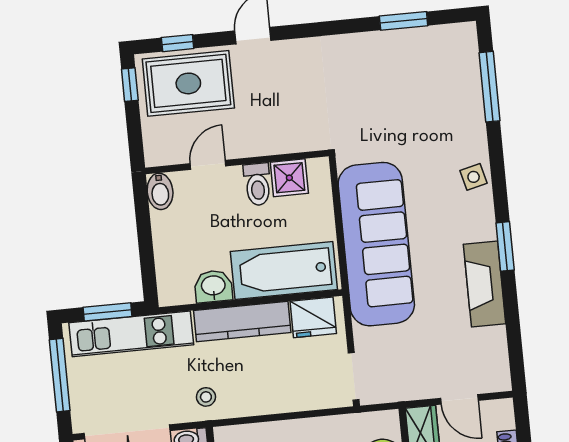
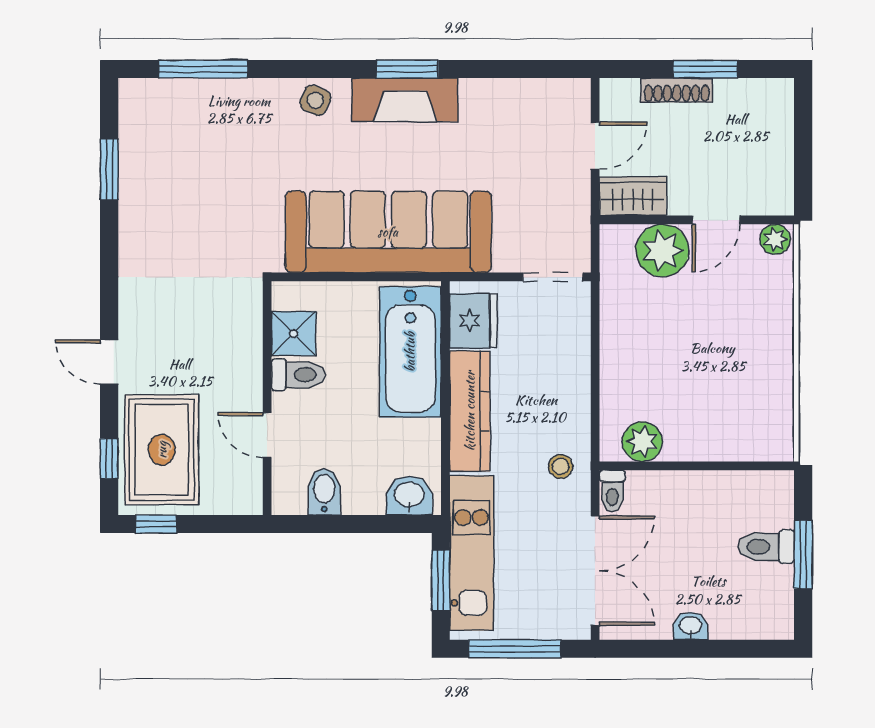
side table: (474, 177) -> (315, 100), turned 37
bidet: (160, 191) -> (324, 492), moved, turned -90
fireplace: (485, 284) -> (405, 100), moved
washbasin: (213, 286) -> (409, 496), moved, turned 90

